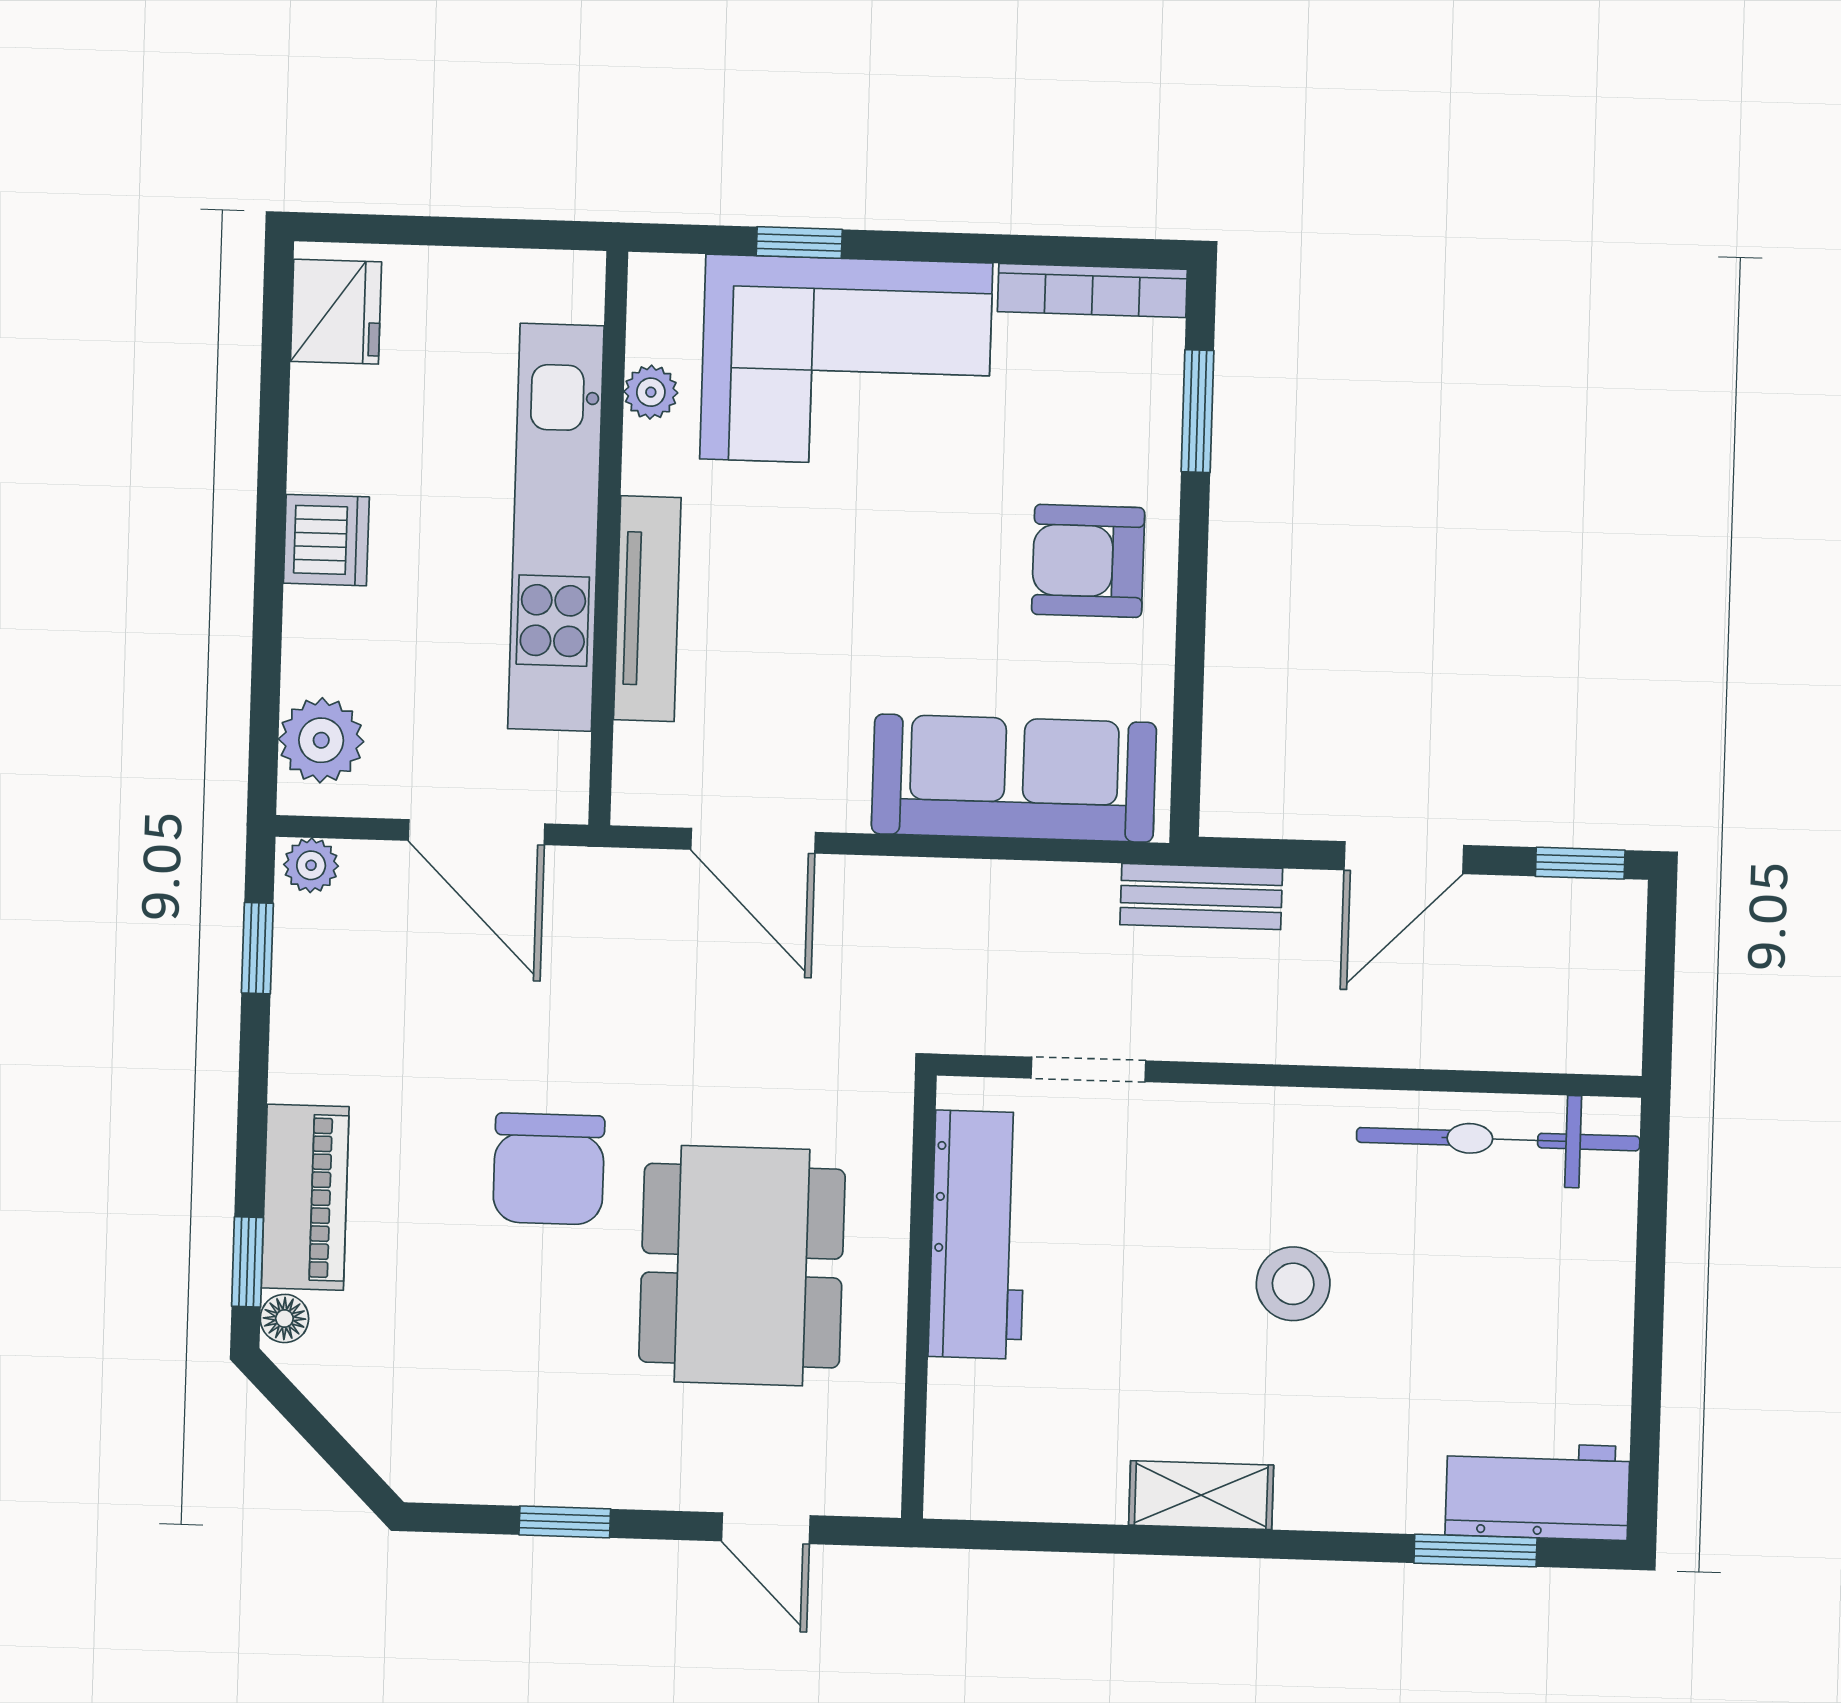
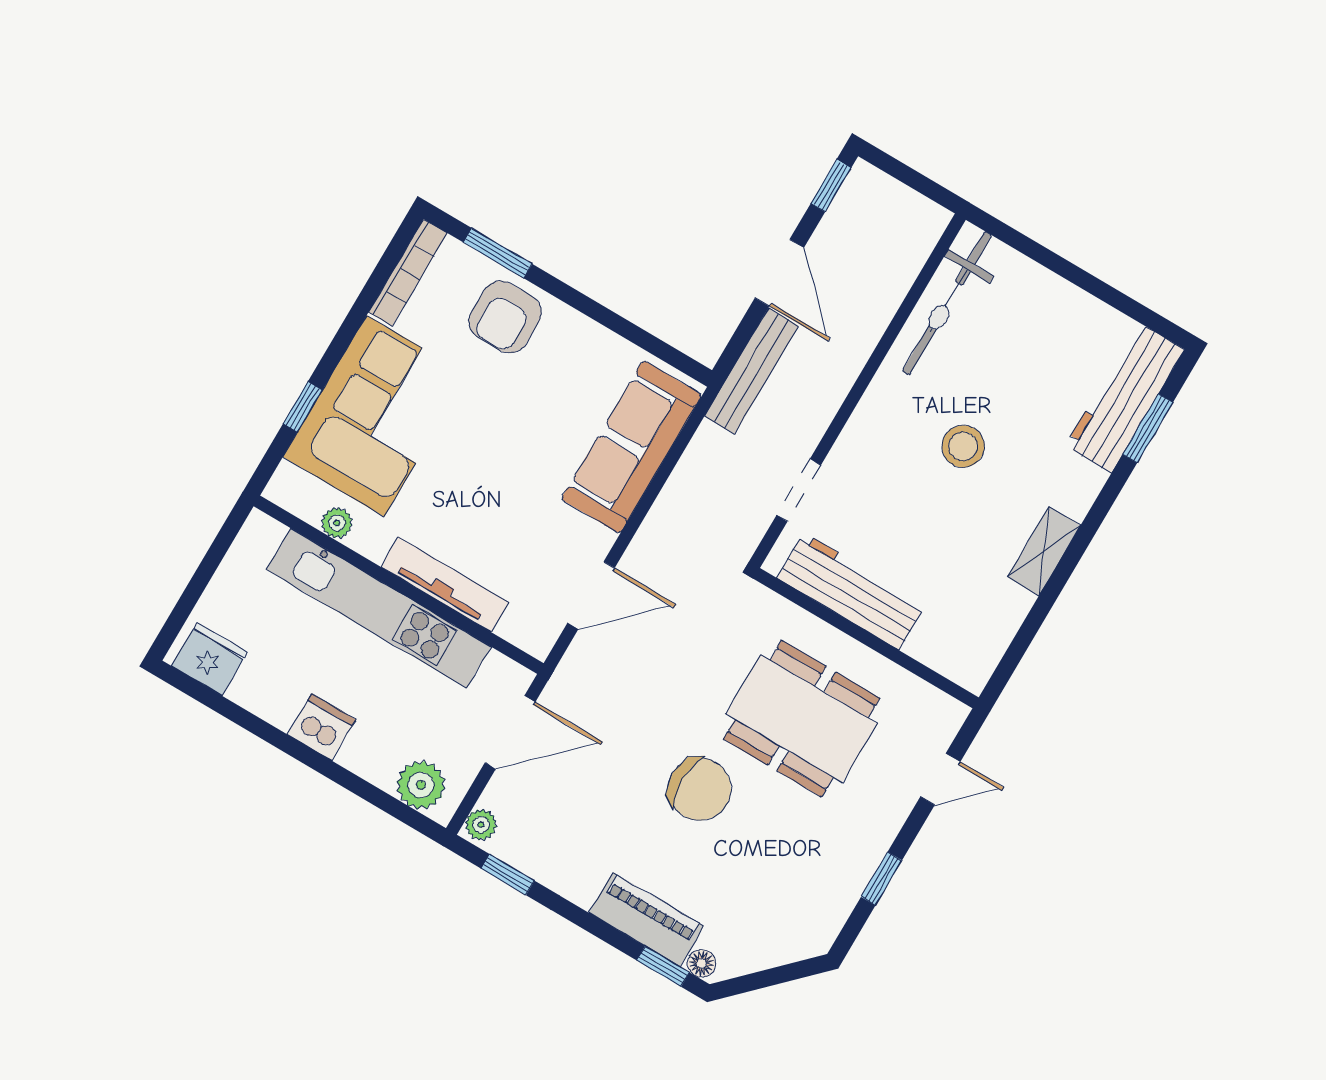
armchair: (1088, 561) -> (505, 317), moved
bench: (1201, 897) -> (751, 371), width x1.36
workbench: (1538, 1491) -> (1125, 398), width x1.38

